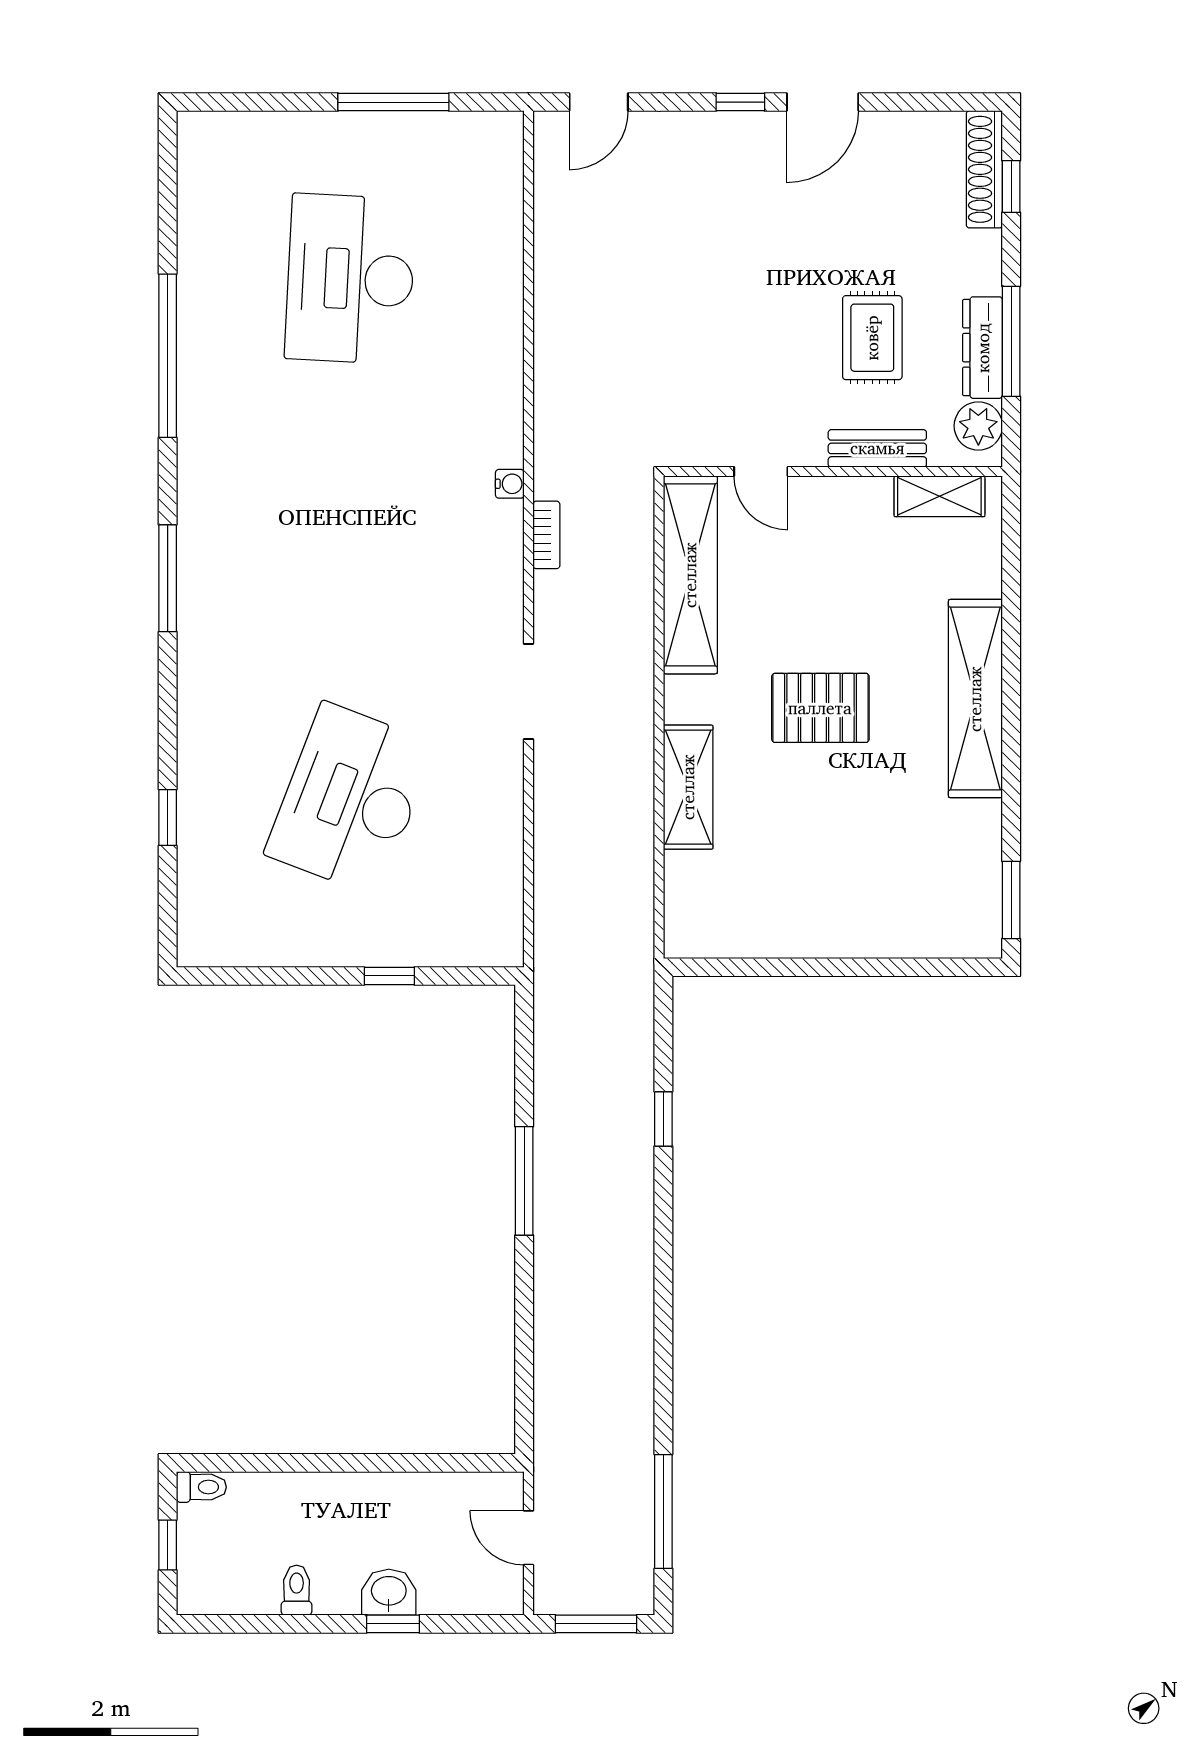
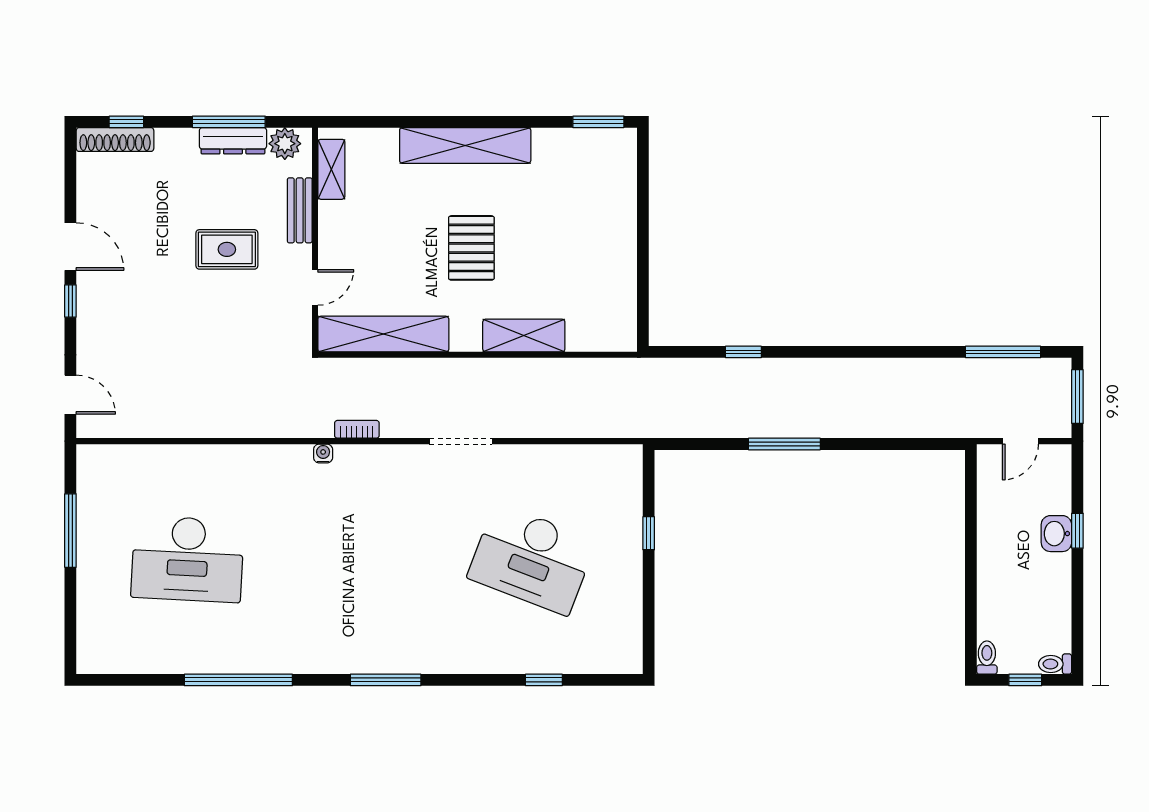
rug: (872, 338) -> (227, 249), moved
toilet: (297, 1590) -> (1055, 664), moved

